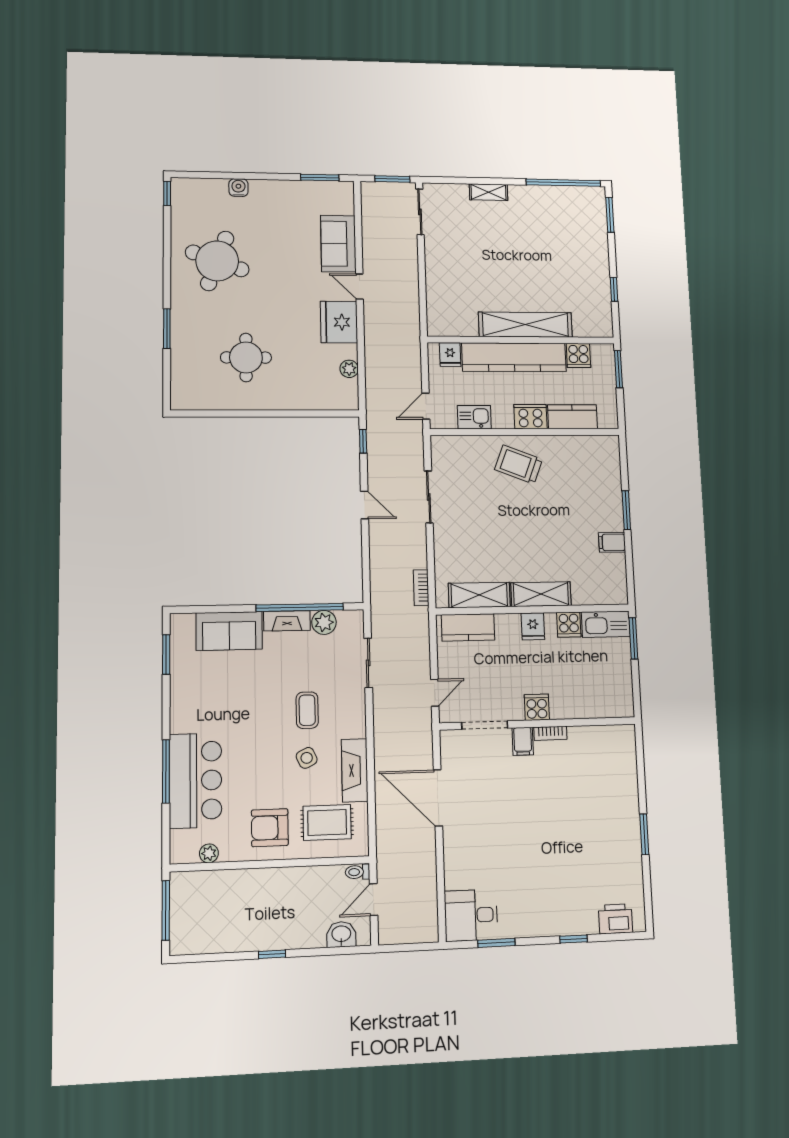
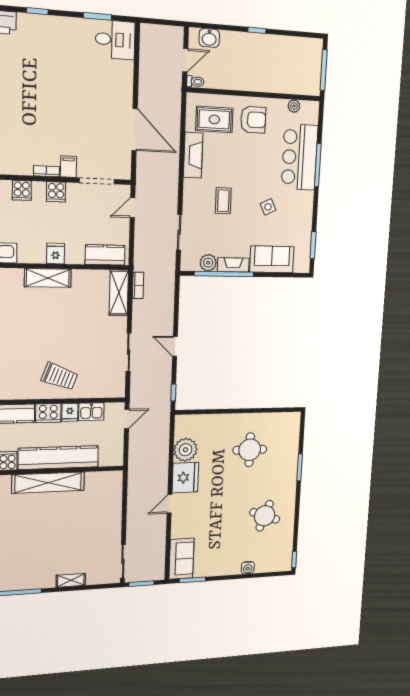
sofa: (338, 244) -> (182, 559), moved
round table: (217, 261) -> (265, 516), width x0.73, depth x0.73
door: (360, 287) -> (169, 504), swing flipped
fridge: (450, 355) -> (70, 412), moved, turned 180
plant: (349, 369) -> (185, 450), width x1.87, depth x1.87
shelving: (479, 595) -> (119, 293), moved, turned 90
cooker: (569, 625) -> (22, 190), moved, turned 180
side table: (307, 758) -> (268, 207), moved

